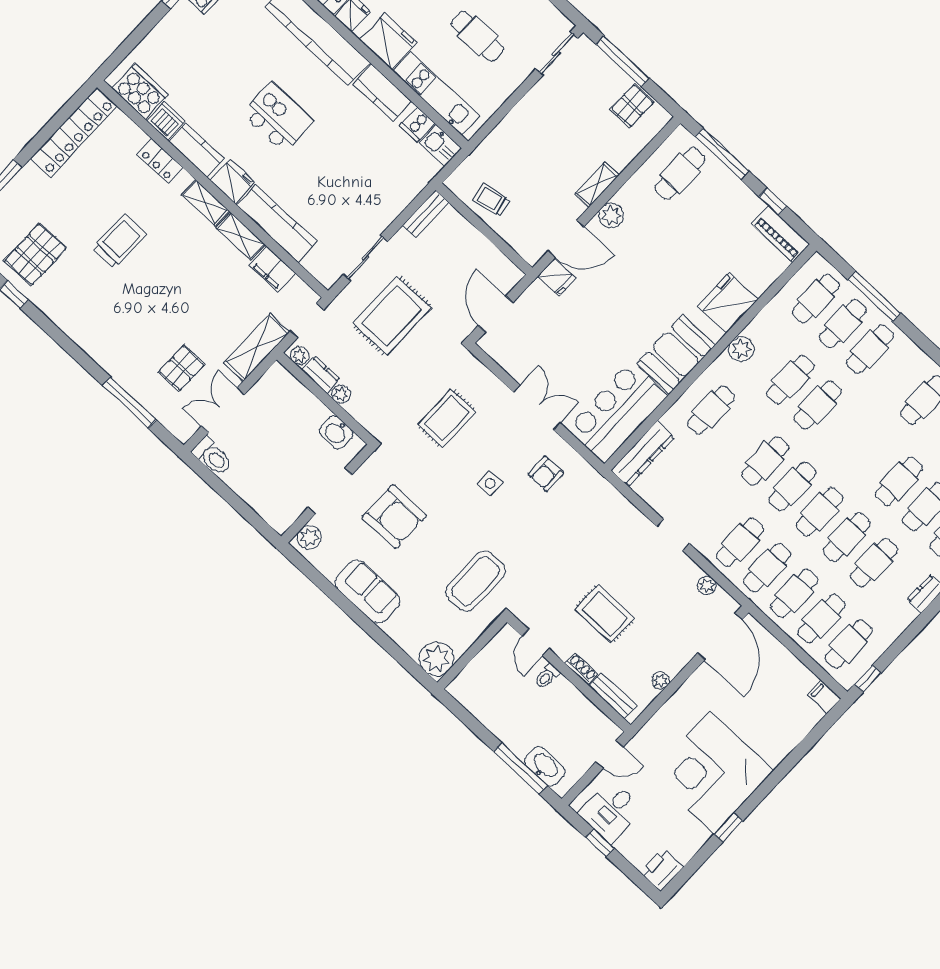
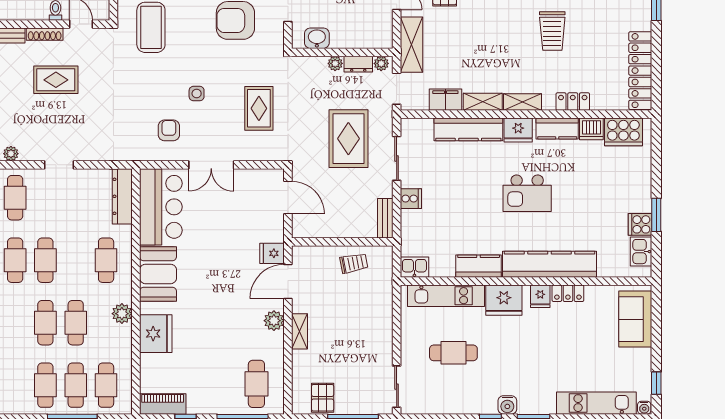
cooker: (417, 124) -> (411, 199), moved, turned 90
shoe rack: (581, 669) -> (45, 34), width x1.43

